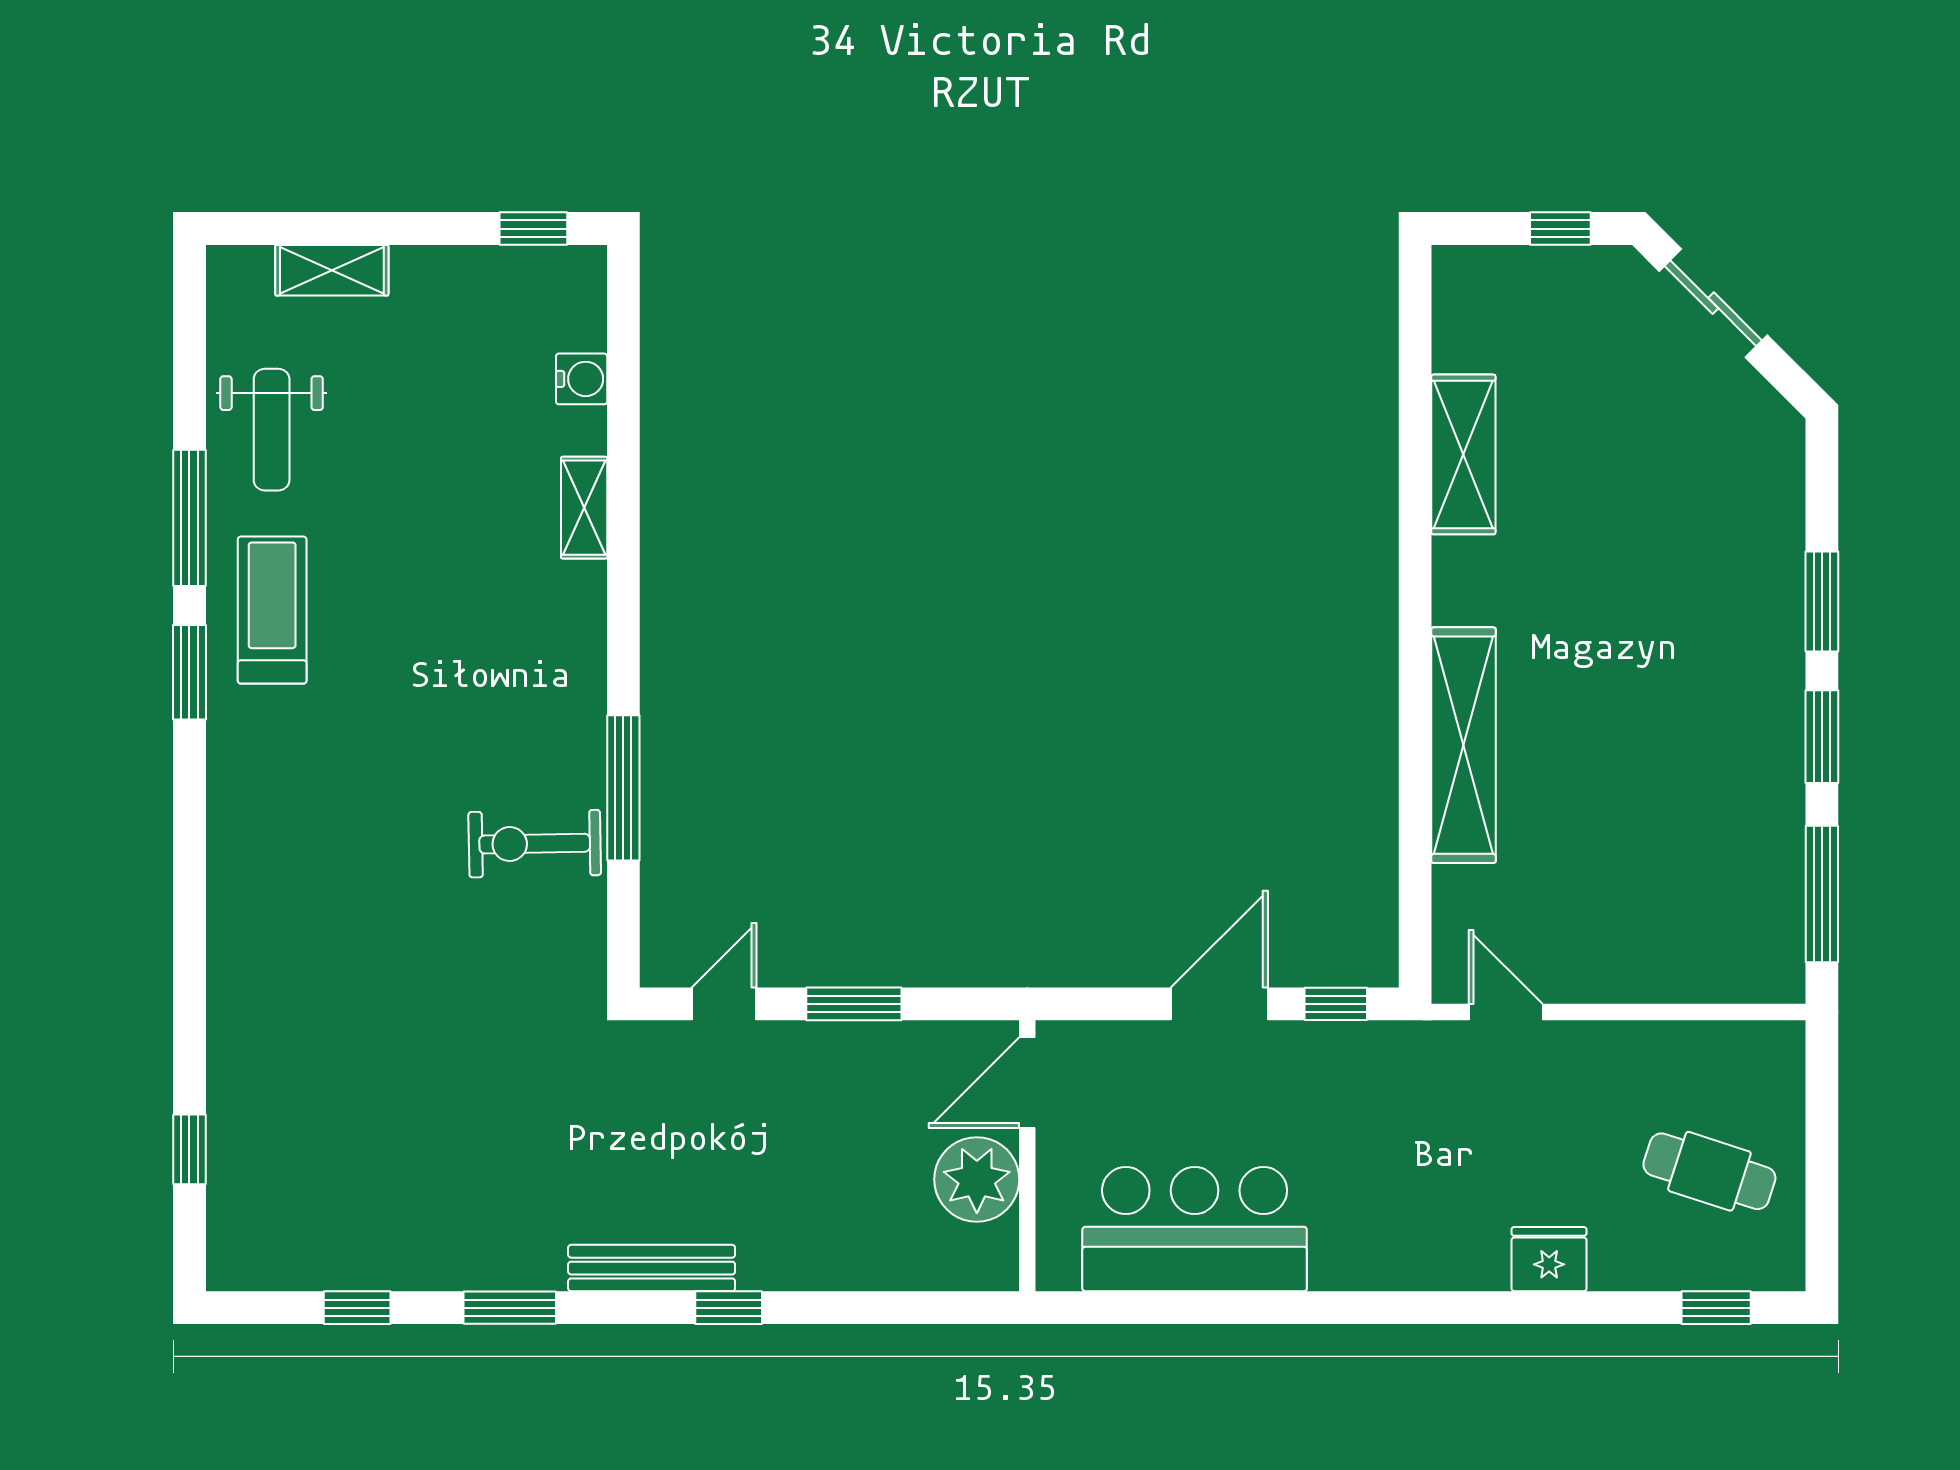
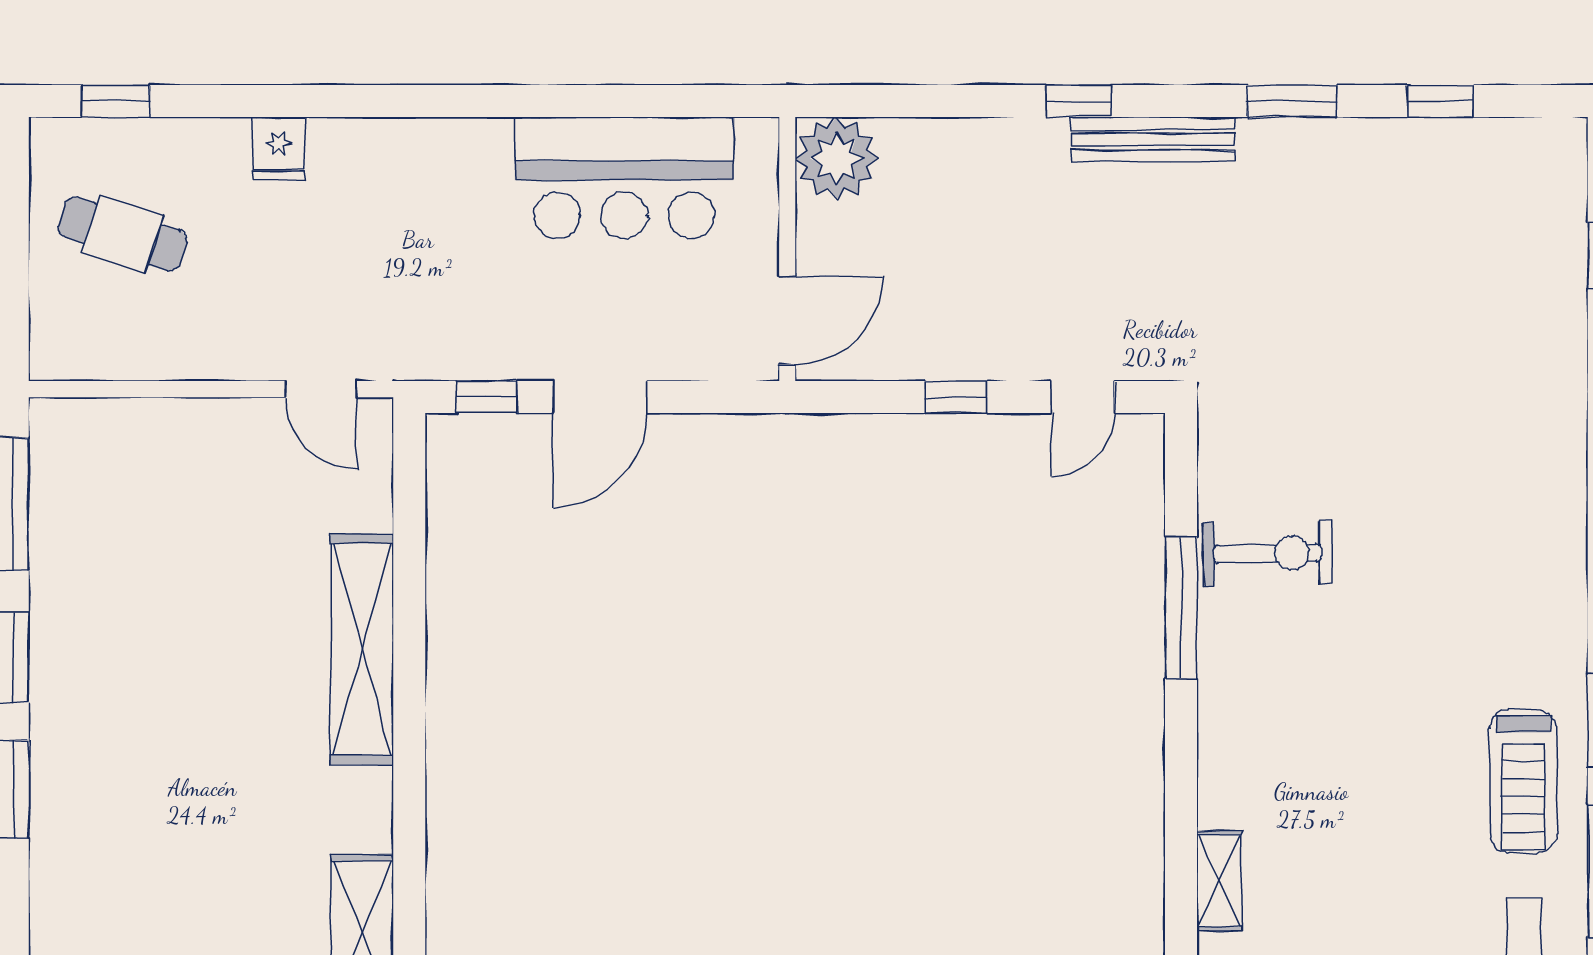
window: (854, 1004) -> (956, 397), width x0.67
plant: (977, 1179) -> (836, 158), moved
fridge: (1549, 1259) -> (279, 148), width x0.72

